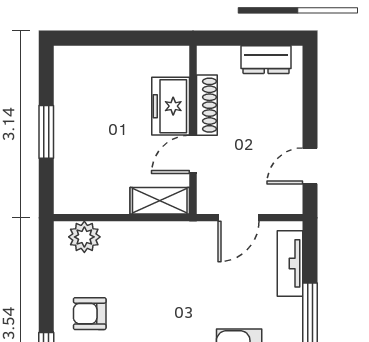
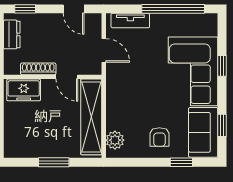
window: (310, 83) -> (25, 9), added
freezer: (171, 106) -> (24, 90), moved
shelving: (160, 201) -> (91, 117), width x2.20, depth x1.33

